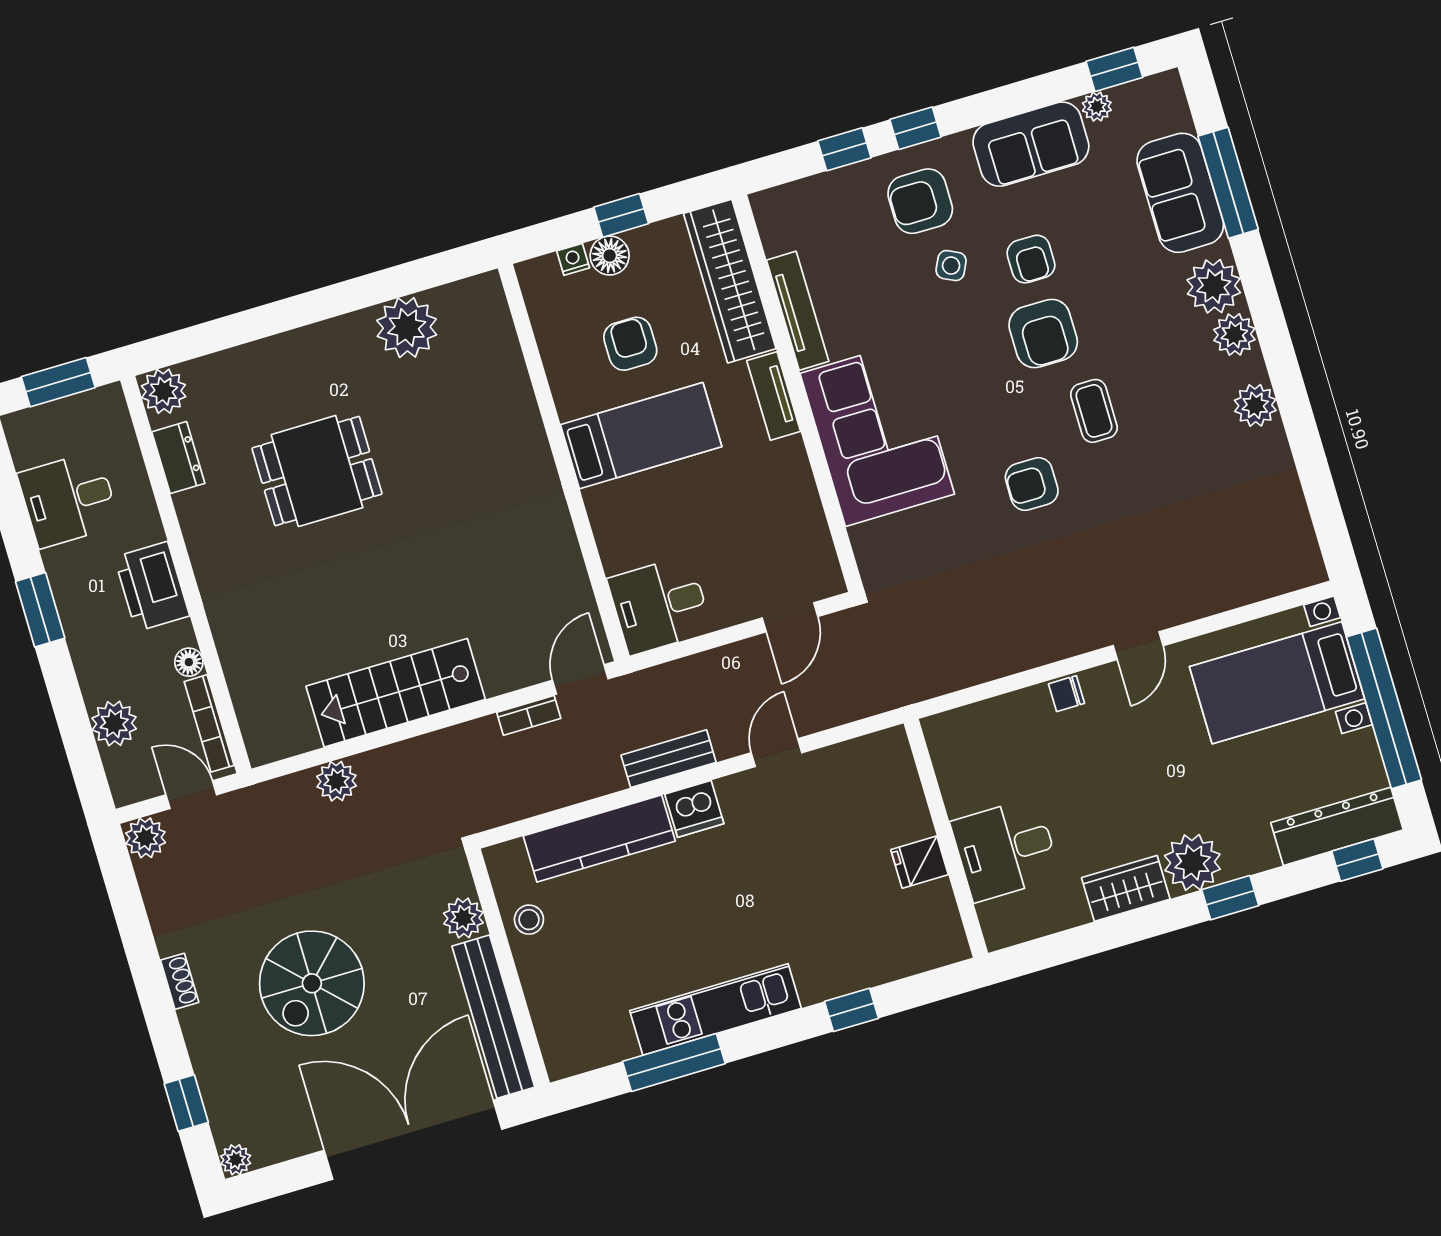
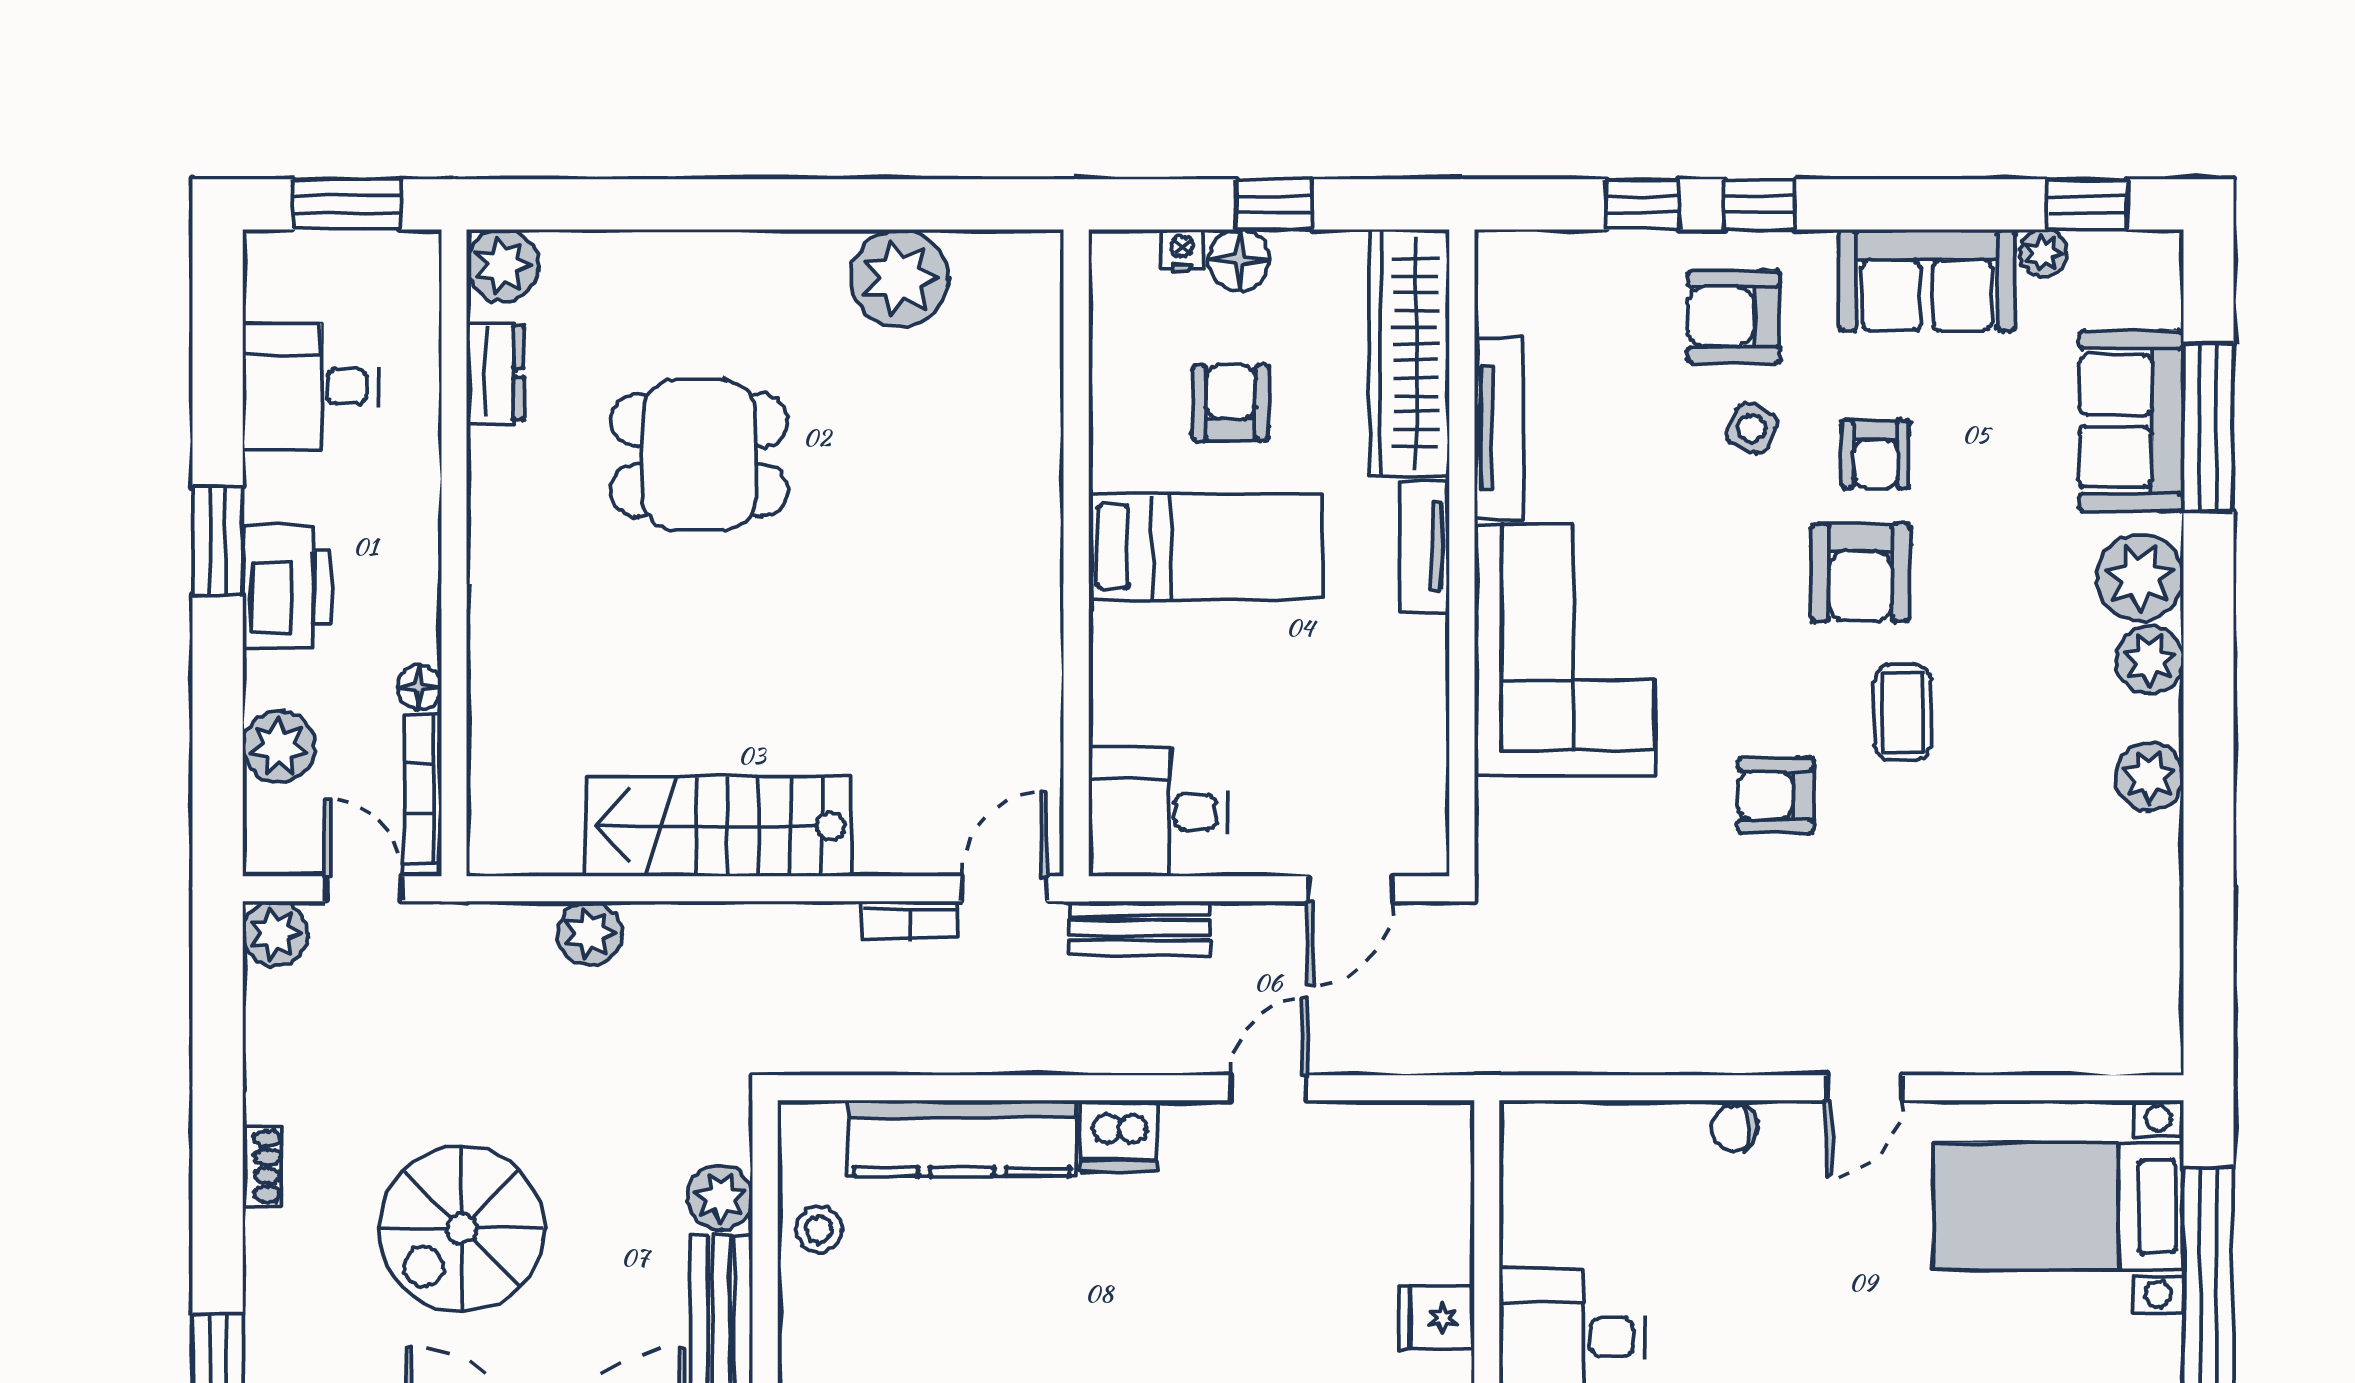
printer: (152, 586) -> (287, 587), moved, turned 180
bench: (669, 759) -> (1139, 928), moved

